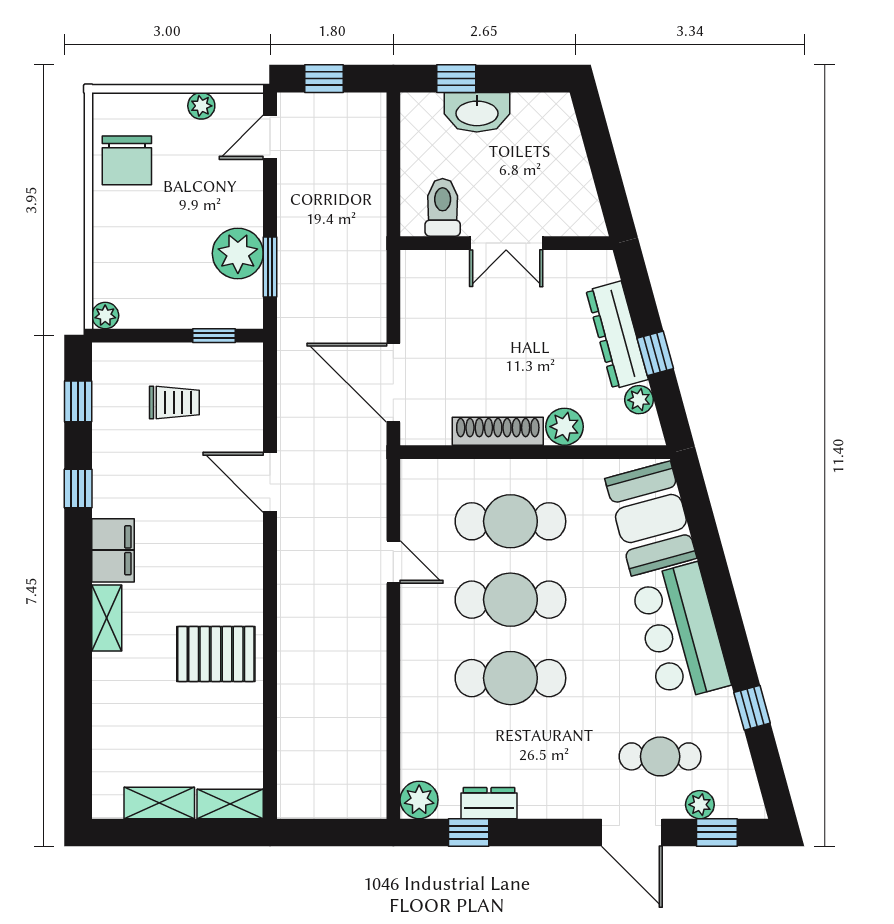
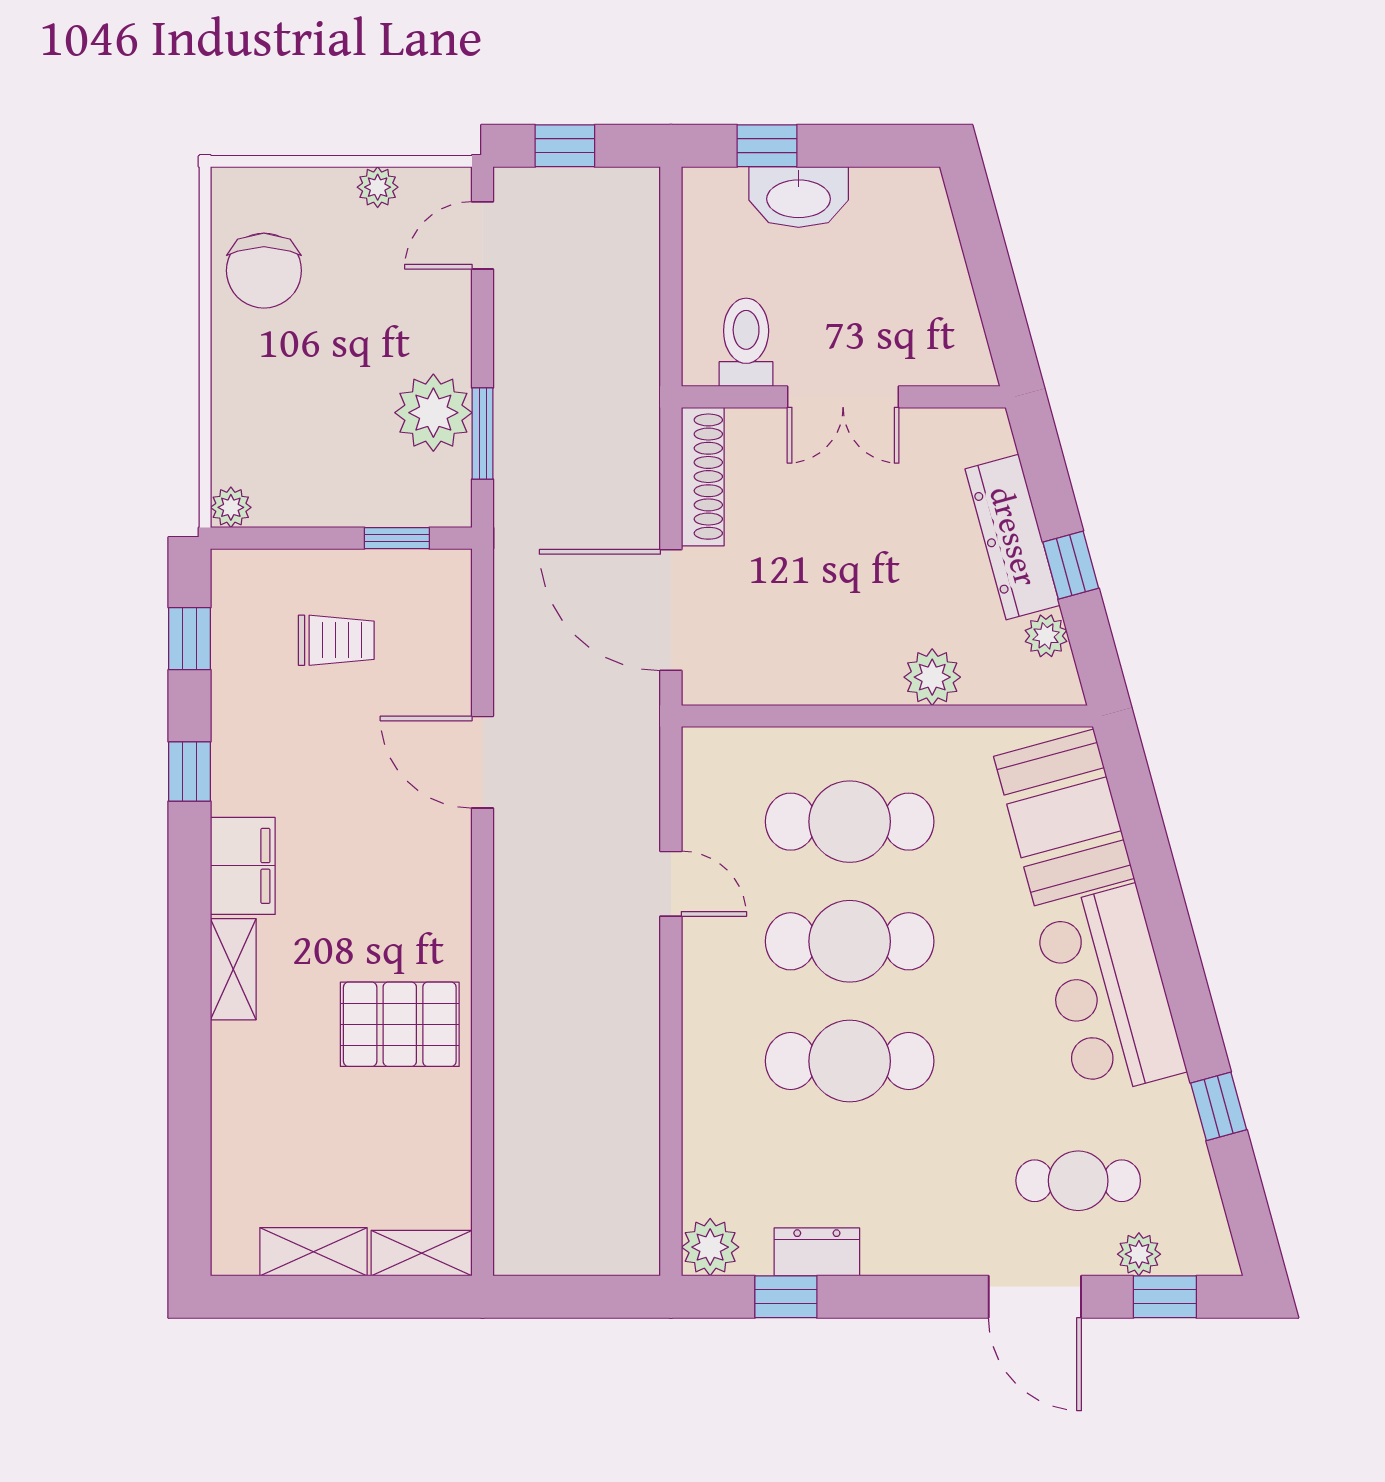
shoe rack: (498, 431) -> (703, 477), moved, turned 90

